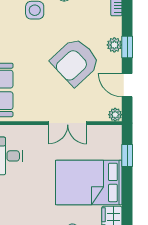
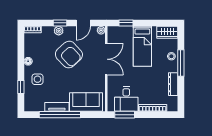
double door: (68, 123) -> (106, 59), width x1.37
bed: (89, 182) -> (142, 46), width x0.67

